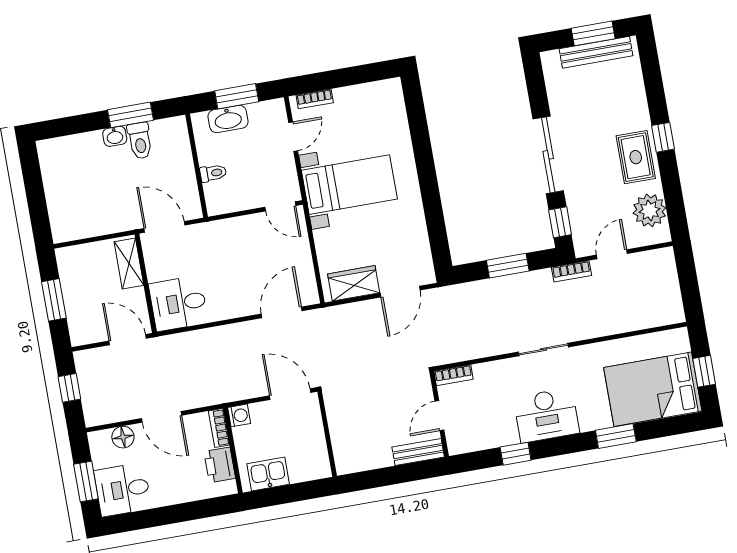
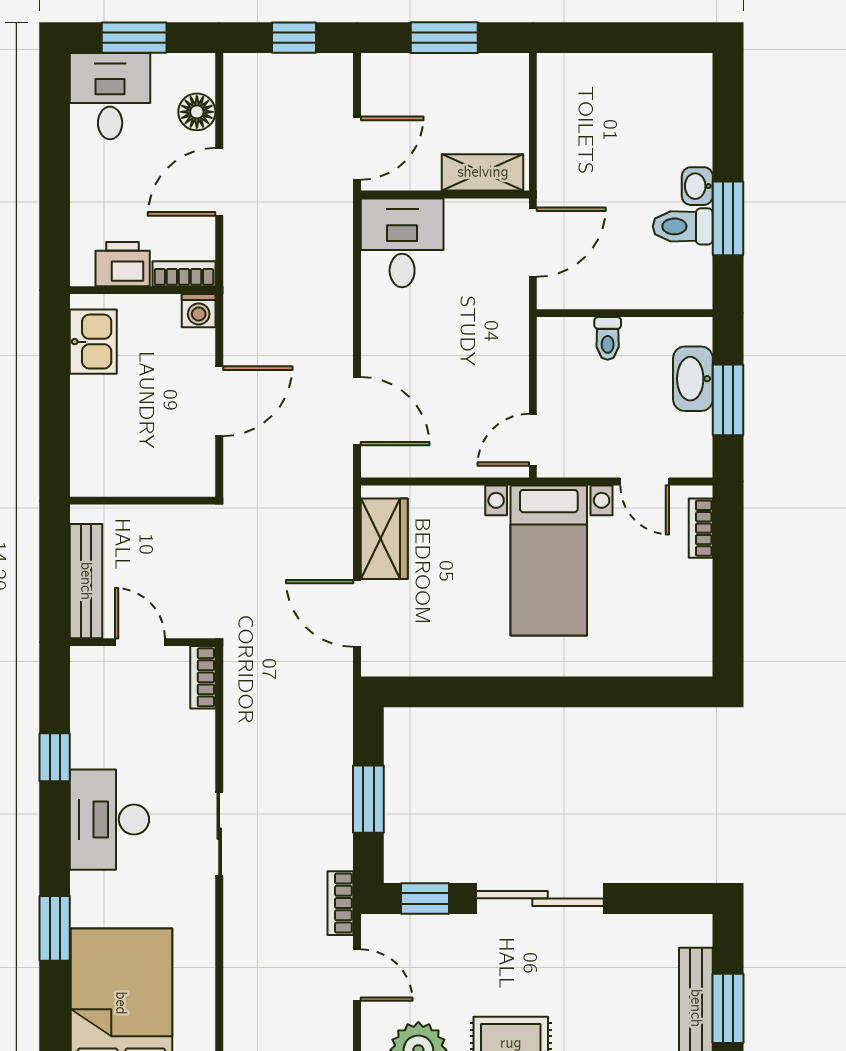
wall: (327, 434) -> (143, 501), moved
bench: (418, 452) -> (86, 581), width x1.36

